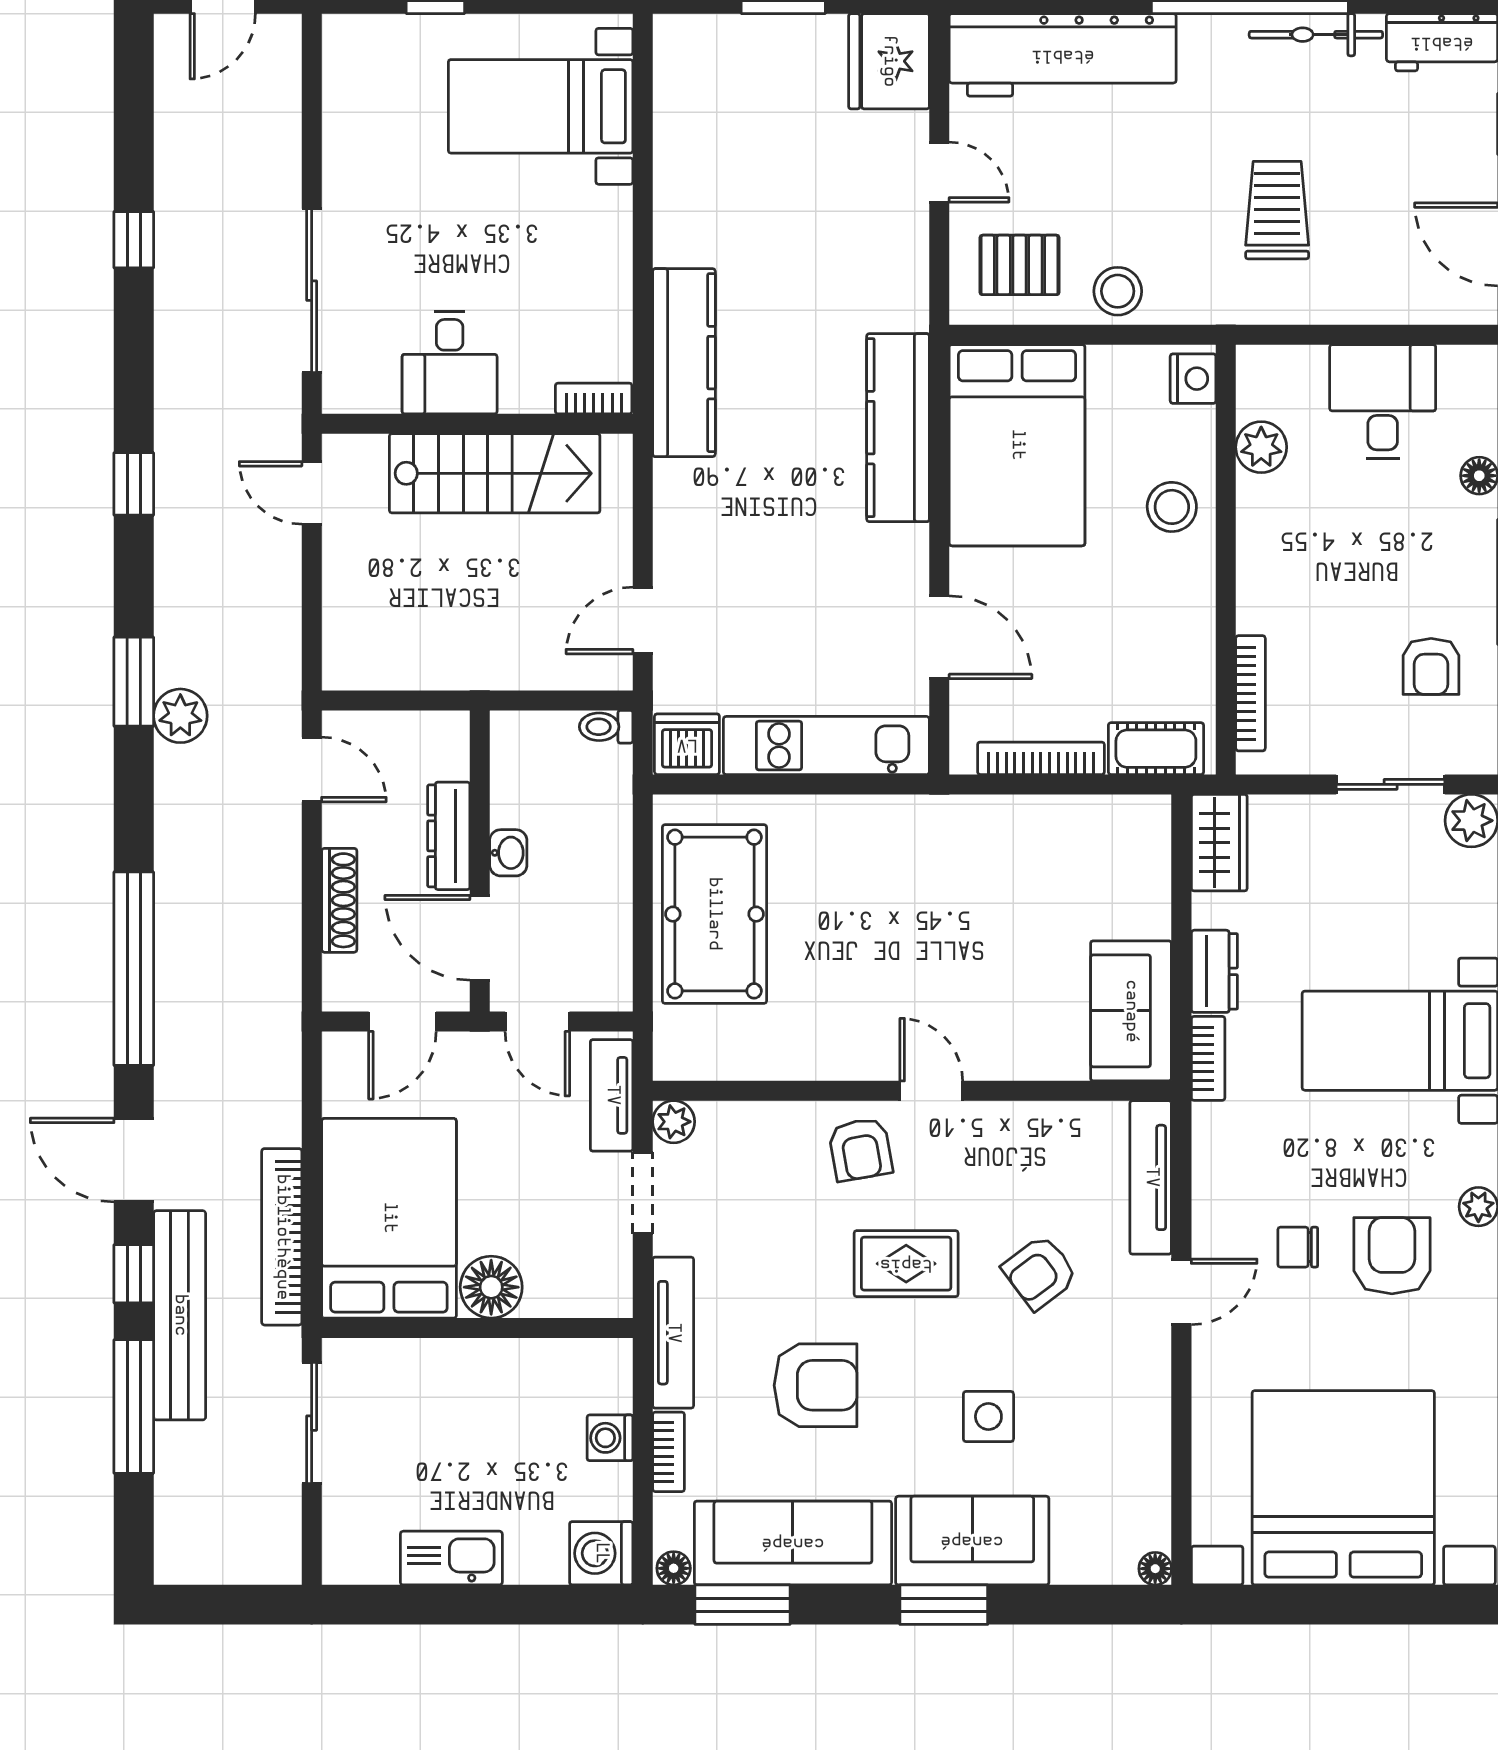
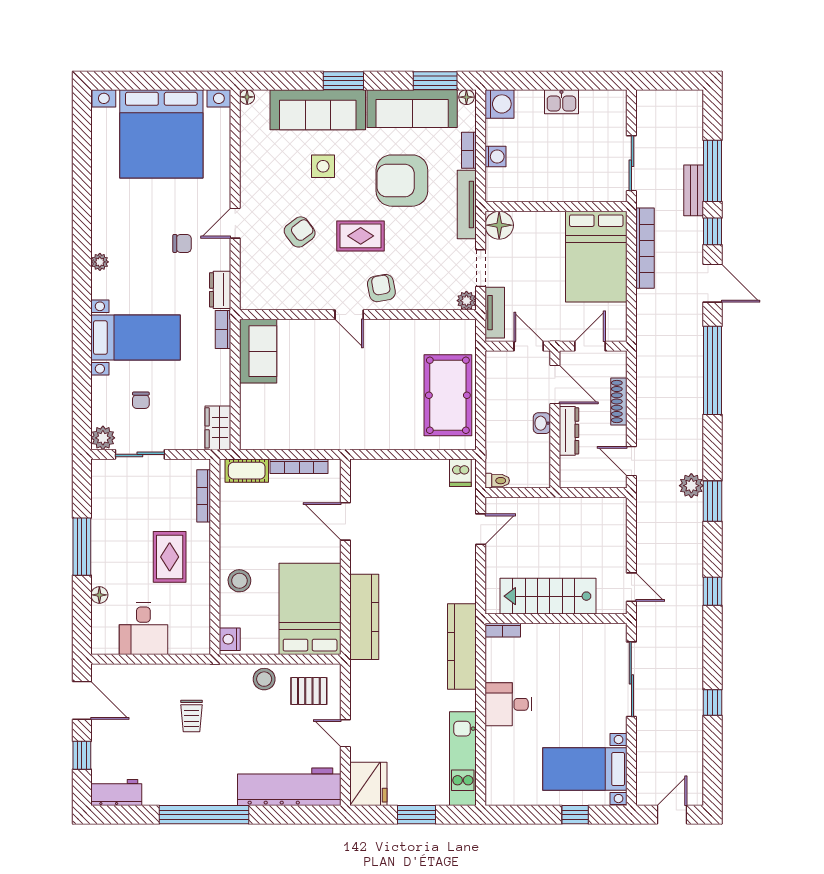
bicycle: (1316, 35) -> (174, 796), removed
bed with nightstands: (541, 106) -> (585, 769), moved, turned 180
trolley: (1277, 210) -> (191, 716), width x0.73, depth x0.72
desk: (450, 363) -> (508, 704), moved, turned -90
plant: (1261, 447) -> (199, 608), removed
rug: (1325, 559) -> (170, 557), added
armchair: (1431, 666) -> (121, 508), removed
dishwasher: (687, 744) -> (460, 473), width x0.73
kitchen unit: (826, 746) -> (463, 759), moved, turned 90
chair: (1388, 903) -> (141, 400), added
dresser: (1214, 971) -> (220, 290), moved
tv unit: (1151, 1177) -> (249, 275), removed
armchair: (1392, 1256) -> (139, 240), removed
floor lamp: (491, 1287) -> (499, 225), moved
bench: (180, 1315) -> (694, 190), width x0.54, depth x0.82
armchair: (816, 1385) -> (402, 181), width x1.36, depth x1.36
sofa: (972, 1541) -> (318, 110), width x1.36
kitchen sink: (451, 1558) -> (561, 102), width x0.73

